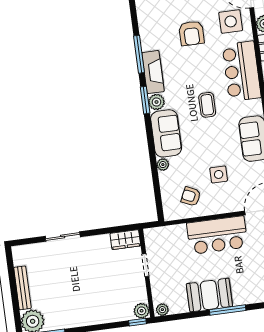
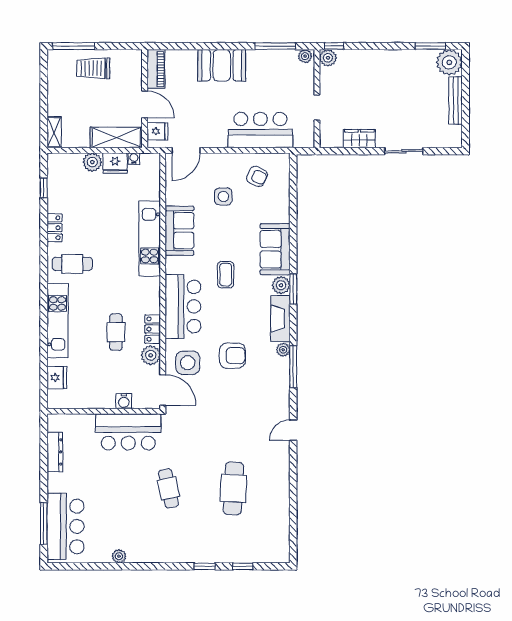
armchair: (191, 33) -> (232, 356), turned 90
window: (139, 54) -> (293, 367), moved
plant: (163, 165) -> (283, 350), moved
bar counter: (217, 235) -> (260, 130), moved
wardrobe: (125, 240) -> (359, 139), moved
booth: (209, 295) -> (222, 65), moved
window: (228, 310) -> (275, 46), moved

